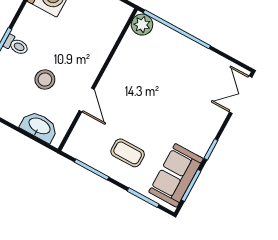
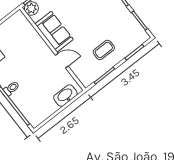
stool: (45, 80) -> (39, 80), removed
sofa: (176, 175) -> (54, 32), moved, turned 180

